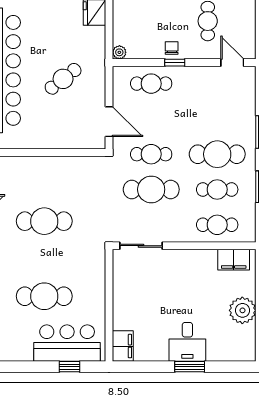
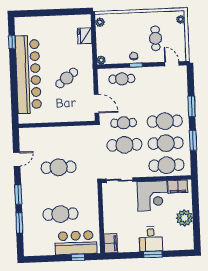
cafe table: (217, 189) -> (166, 143), width x1.37, depth x1.35
cafe table: (217, 225) -> (167, 165), width x1.37, depth x1.35
corner desk: (193, 273) -> (153, 196), added

